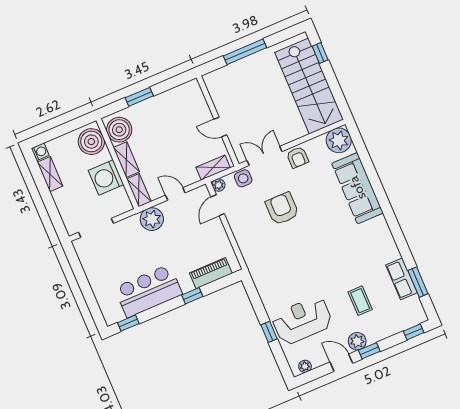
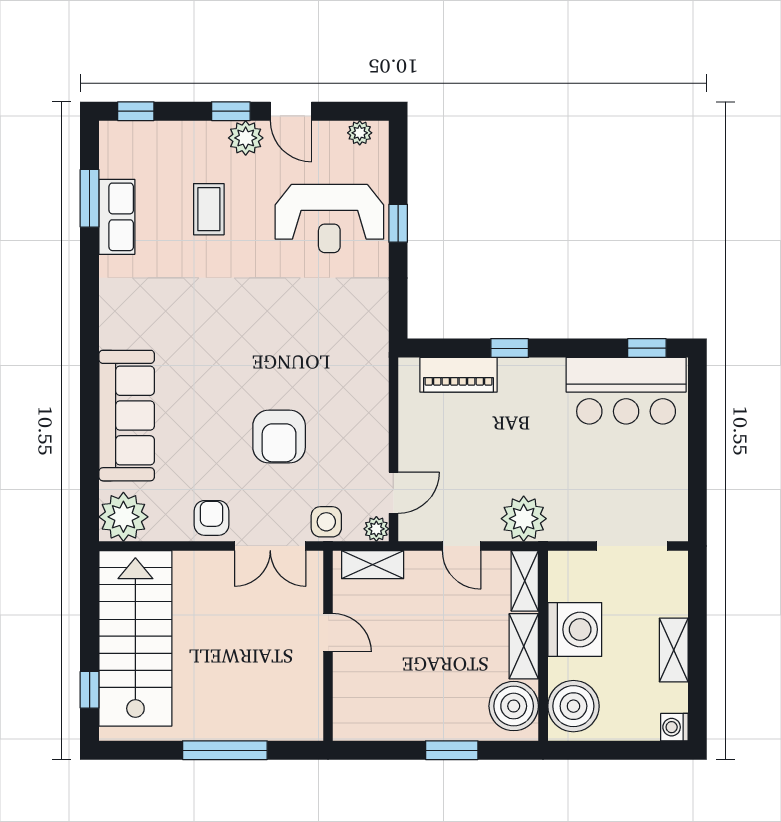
shelving: (50, 174) -> (674, 650), moved
bar counter: (148, 291) -> (626, 391), moved

